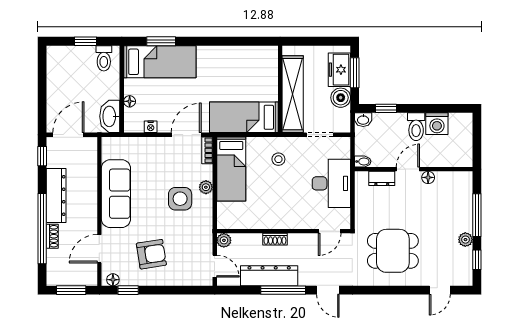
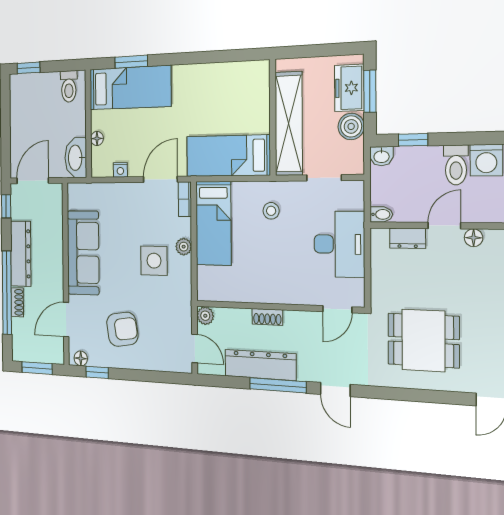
window: (86, 41) -> (29, 68), moved

